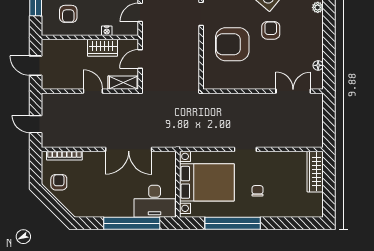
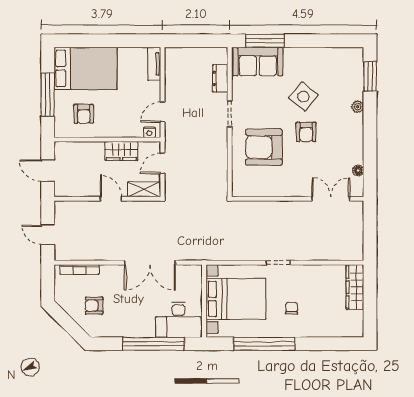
armchair: (271, 30) -> (306, 132), turned 180
nightstand: (107, 31) -> (149, 132), moved
armchair: (59, 182) -> (94, 306), moved, turned -90

